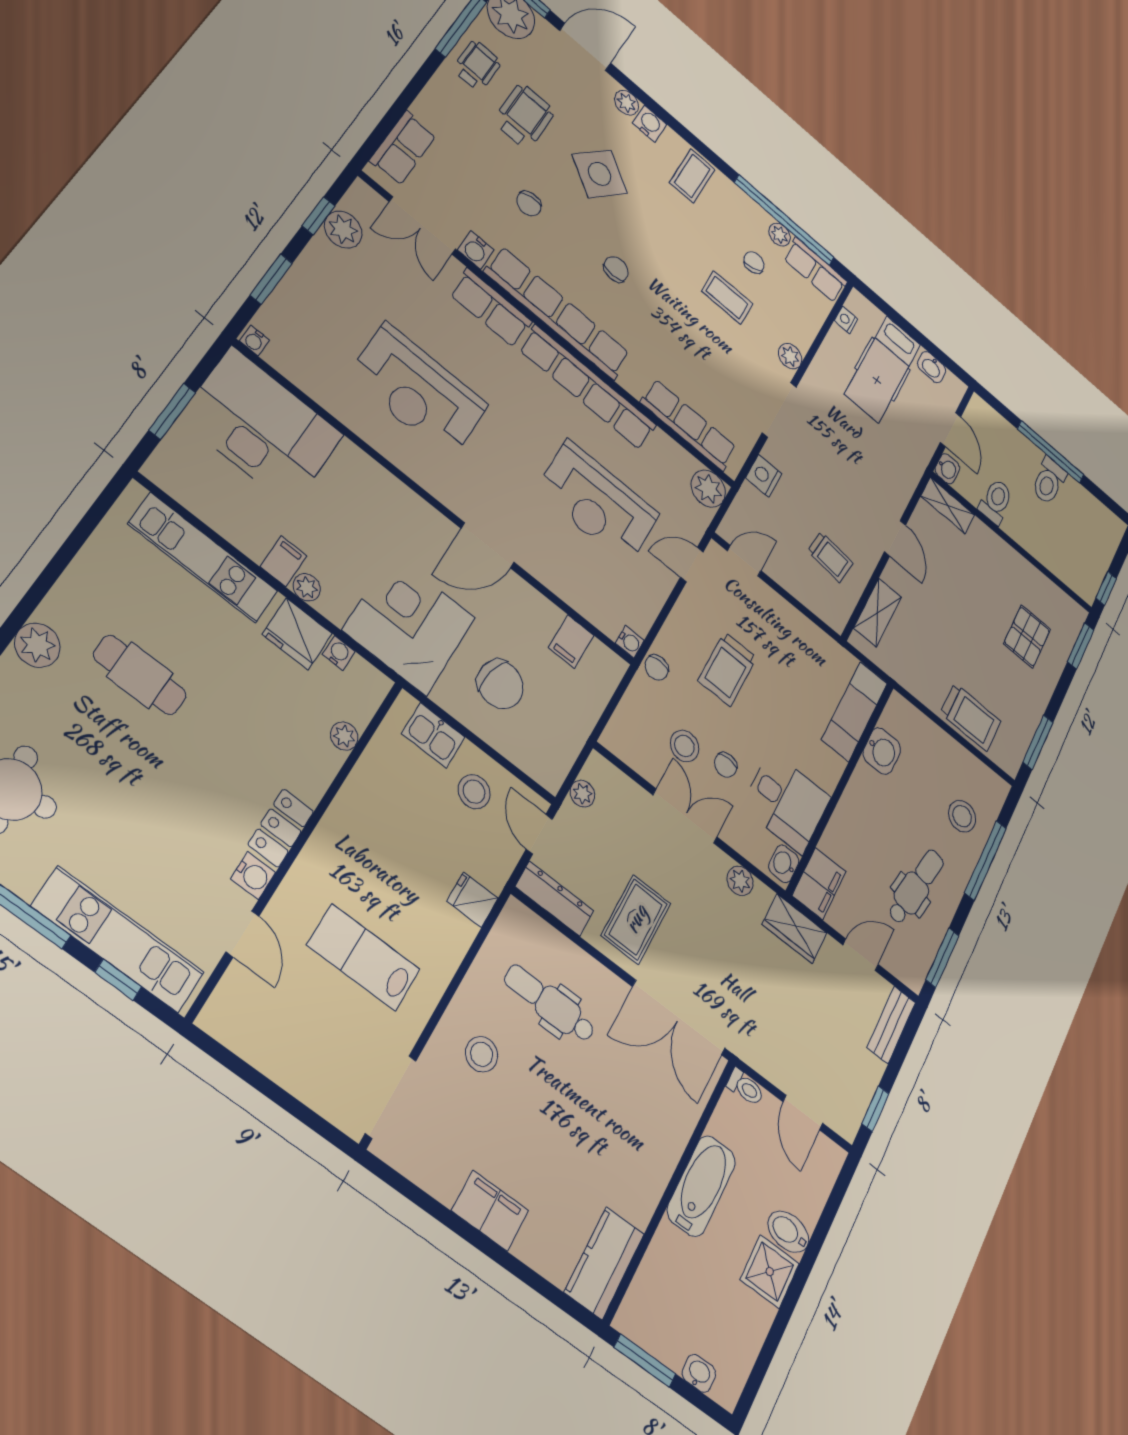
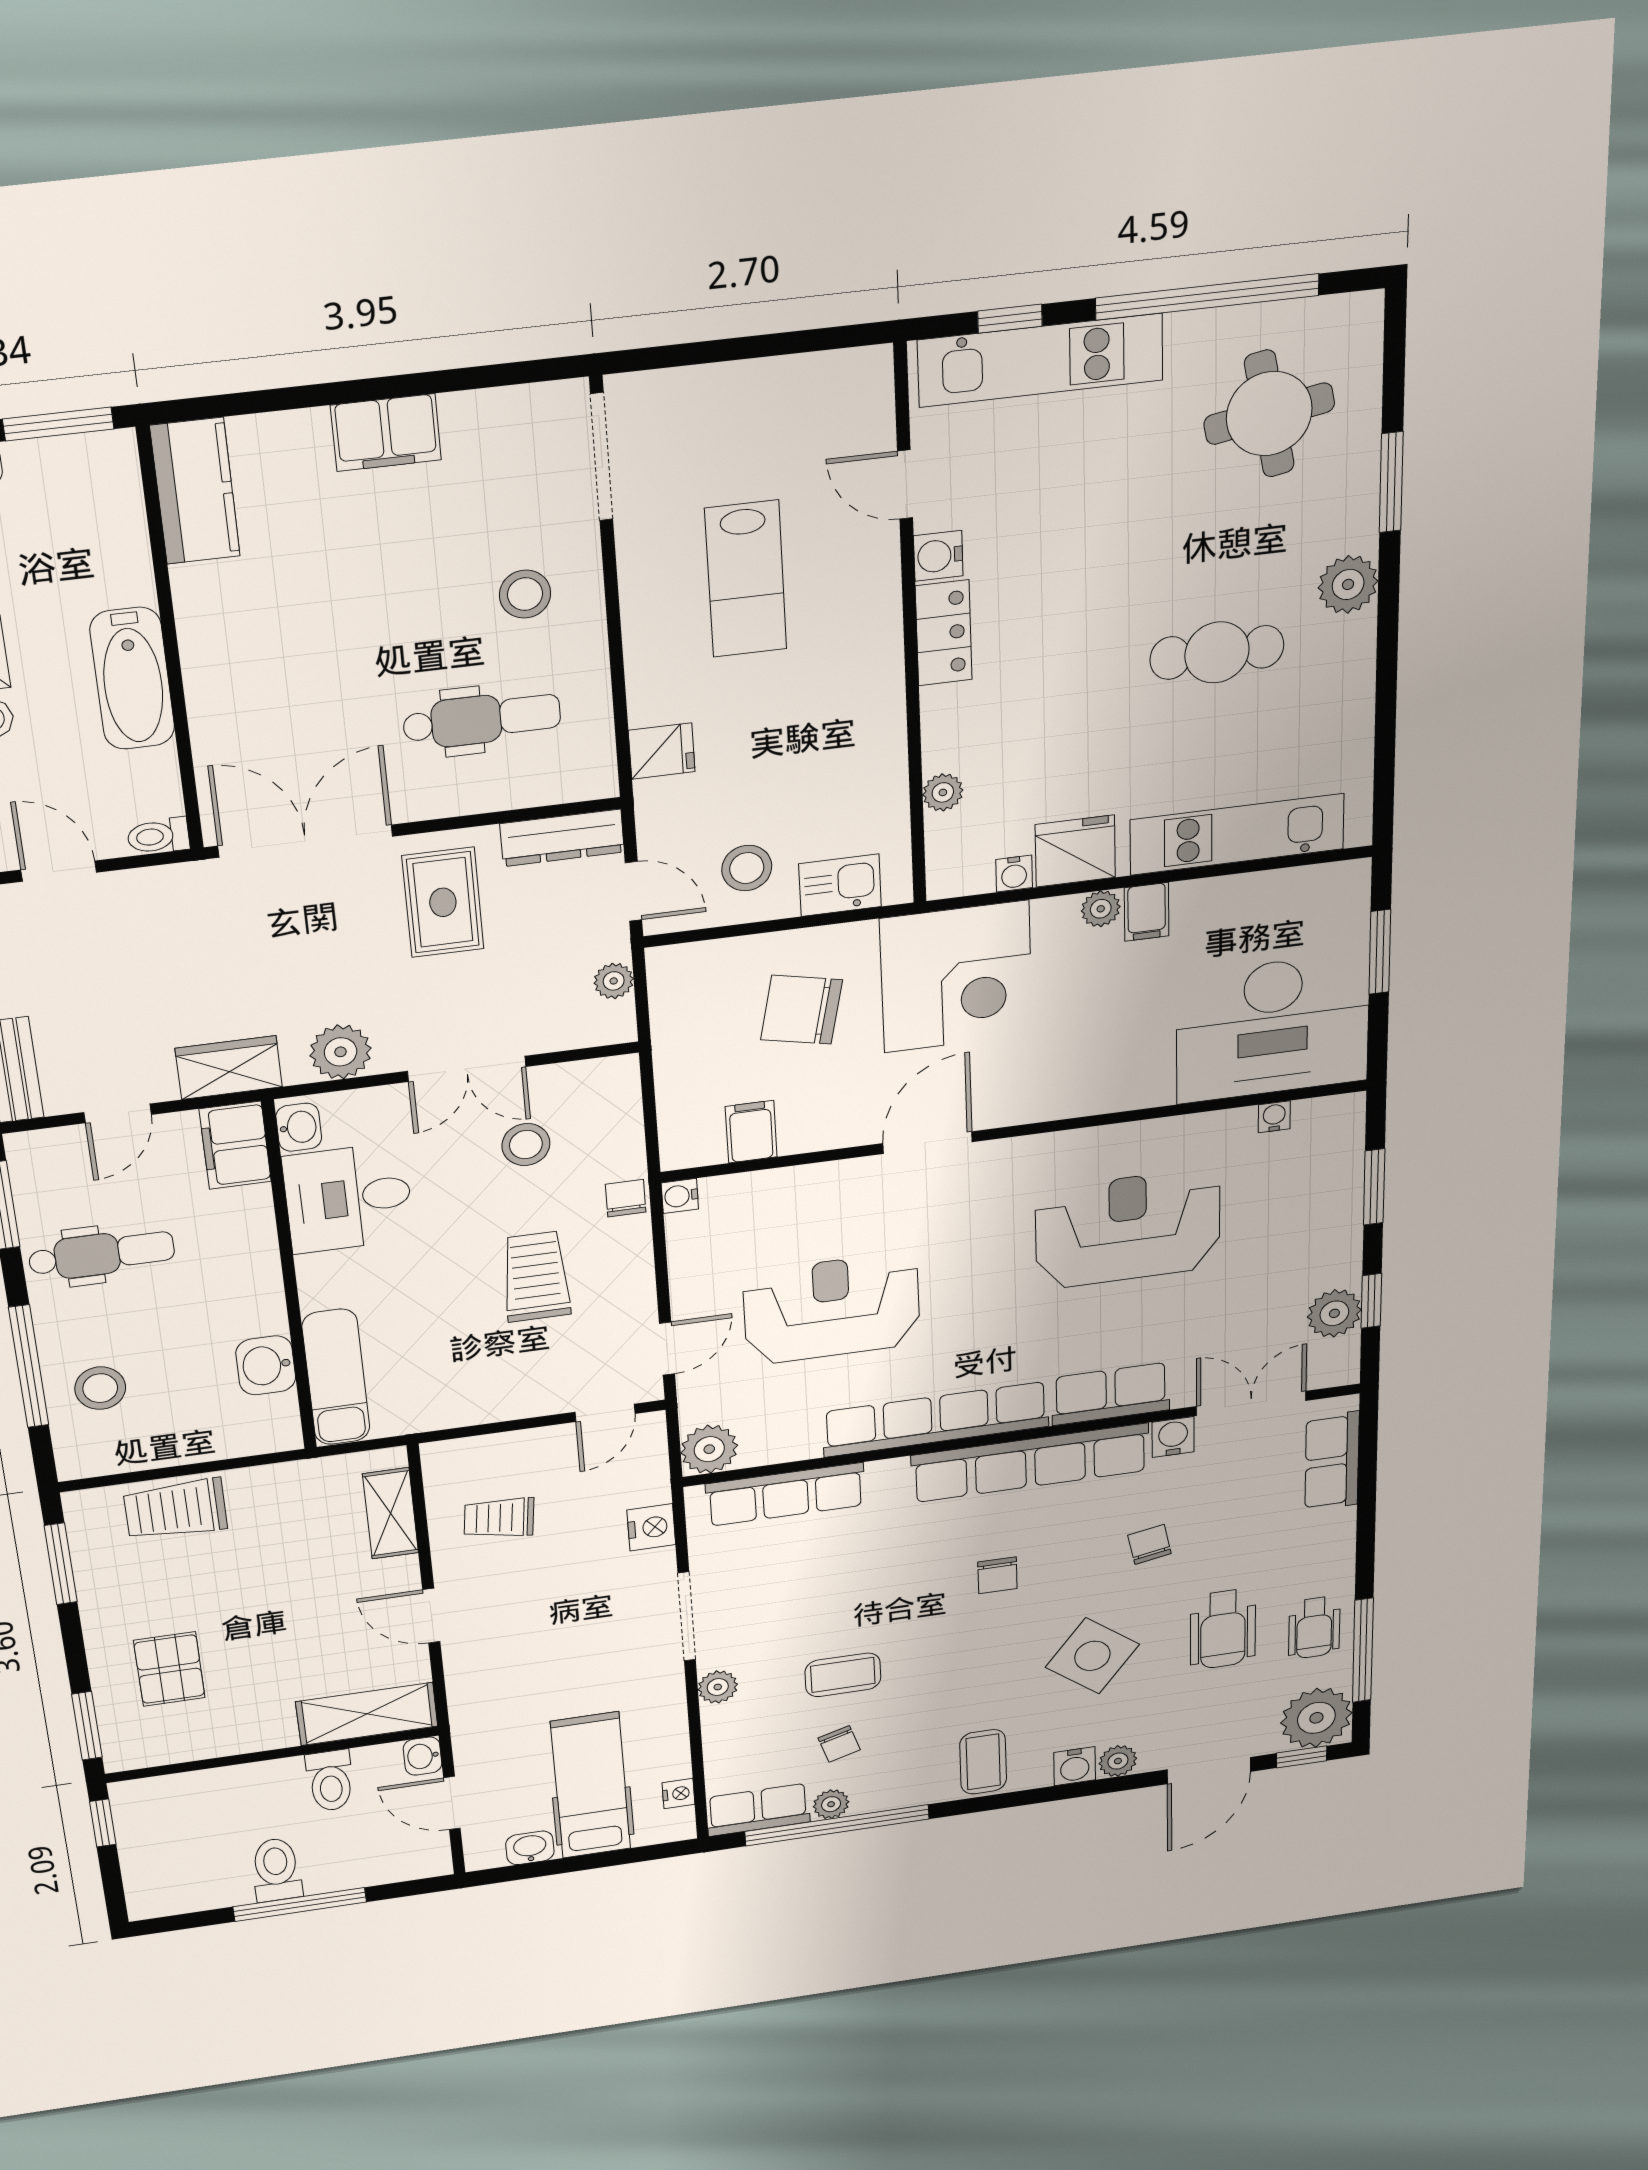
water cooler: (254, 341) -> (1274, 1117), moved
shelving: (948, 505) -> (367, 1714), width x1.50, depth x1.33
chair: (726, 765) -> (458, 1170), removed
plant: (740, 881) -> (341, 1052), width x1.38, depth x1.38
dental chair: (916, 887) -> (102, 1254), turned -99
lab bench: (364, 957) -> (746, 579), turned 90

